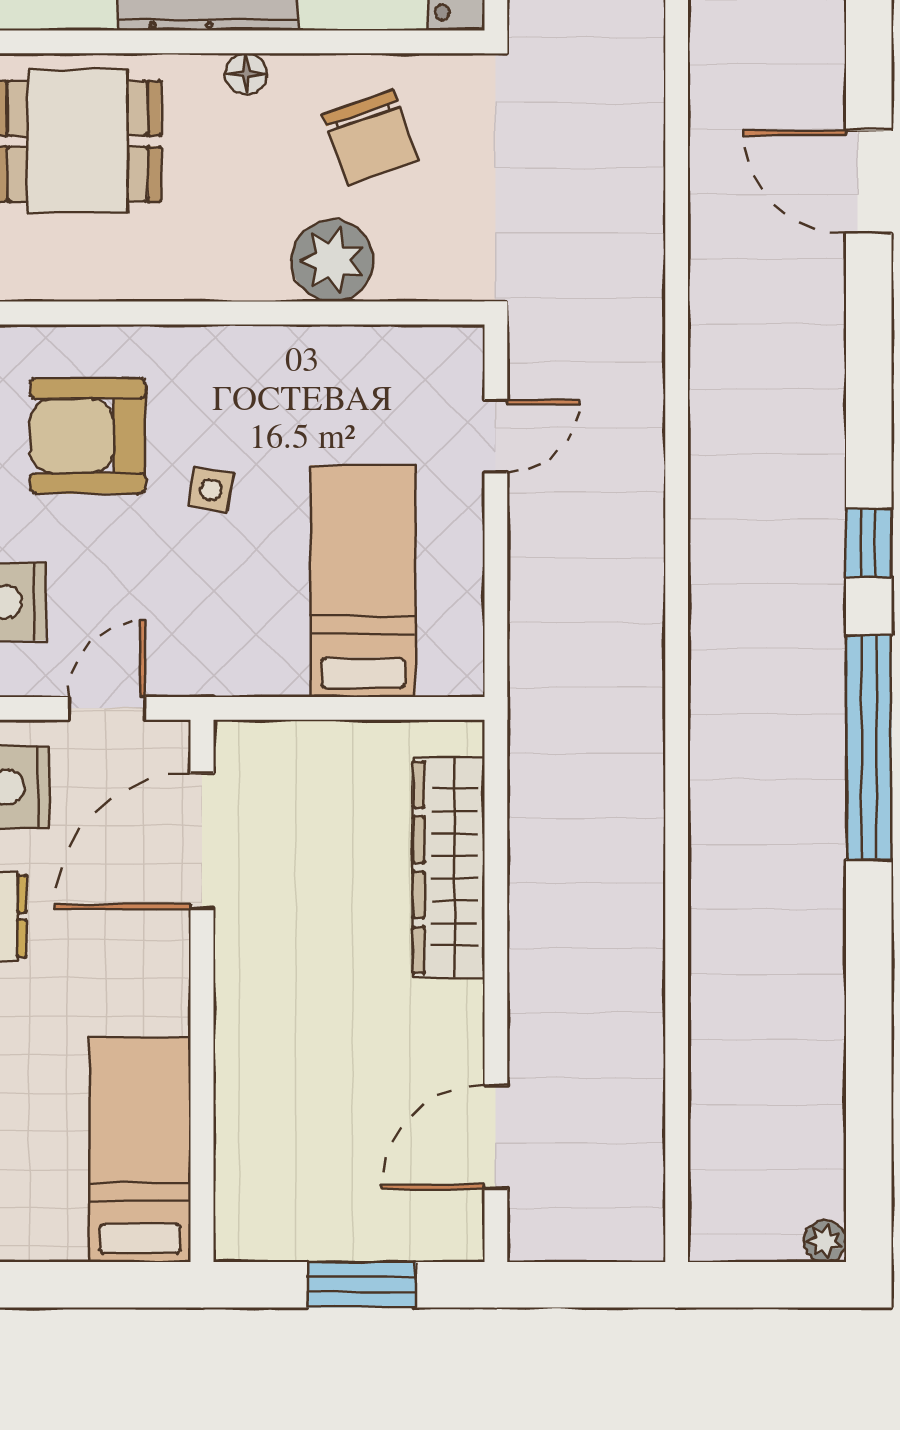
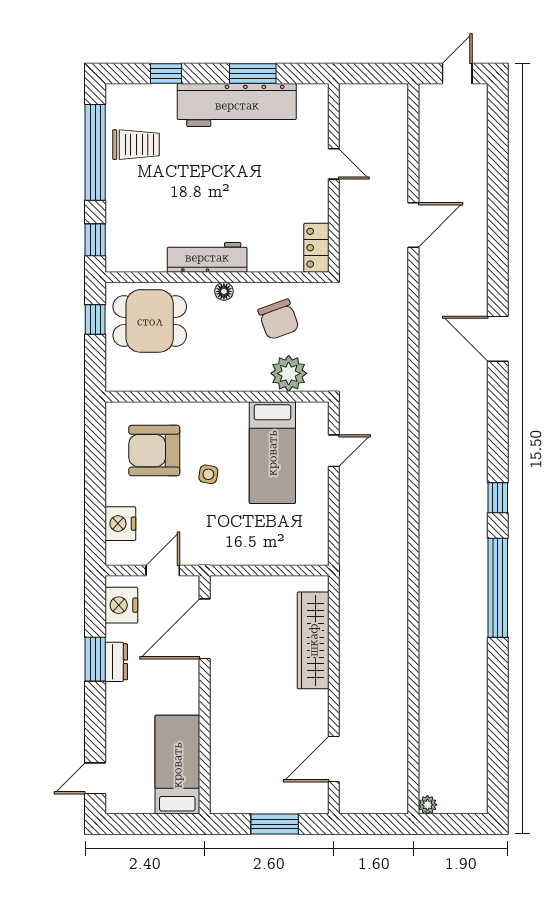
plant: (333, 260) -> (289, 373), moved
bed: (363, 581) -> (272, 453), moved, turned 180
plant: (825, 1241) -> (428, 805), moved

